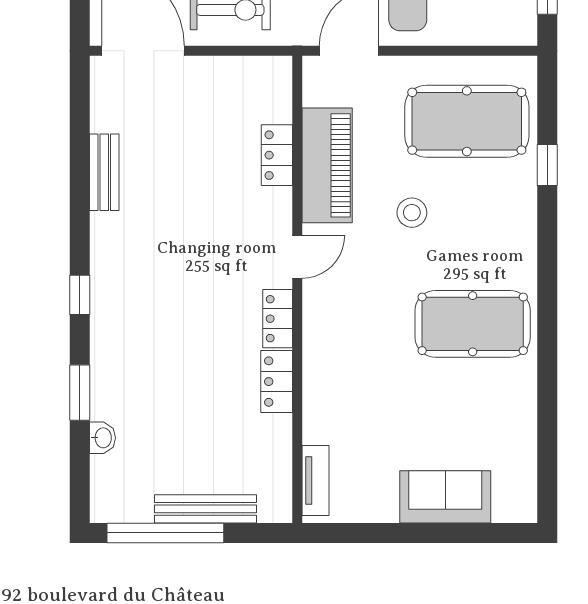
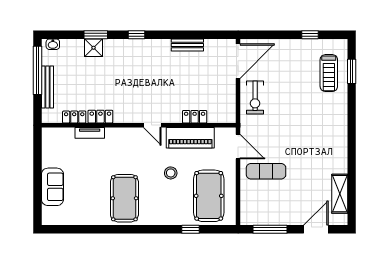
locker: (278, 319) -> (74, 117), moved
shower: (111, 398) -> (94, 48), added
washbasin: (102, 438) -> (53, 44), moved
tv unit: (315, 481) -> (90, 133), moved

